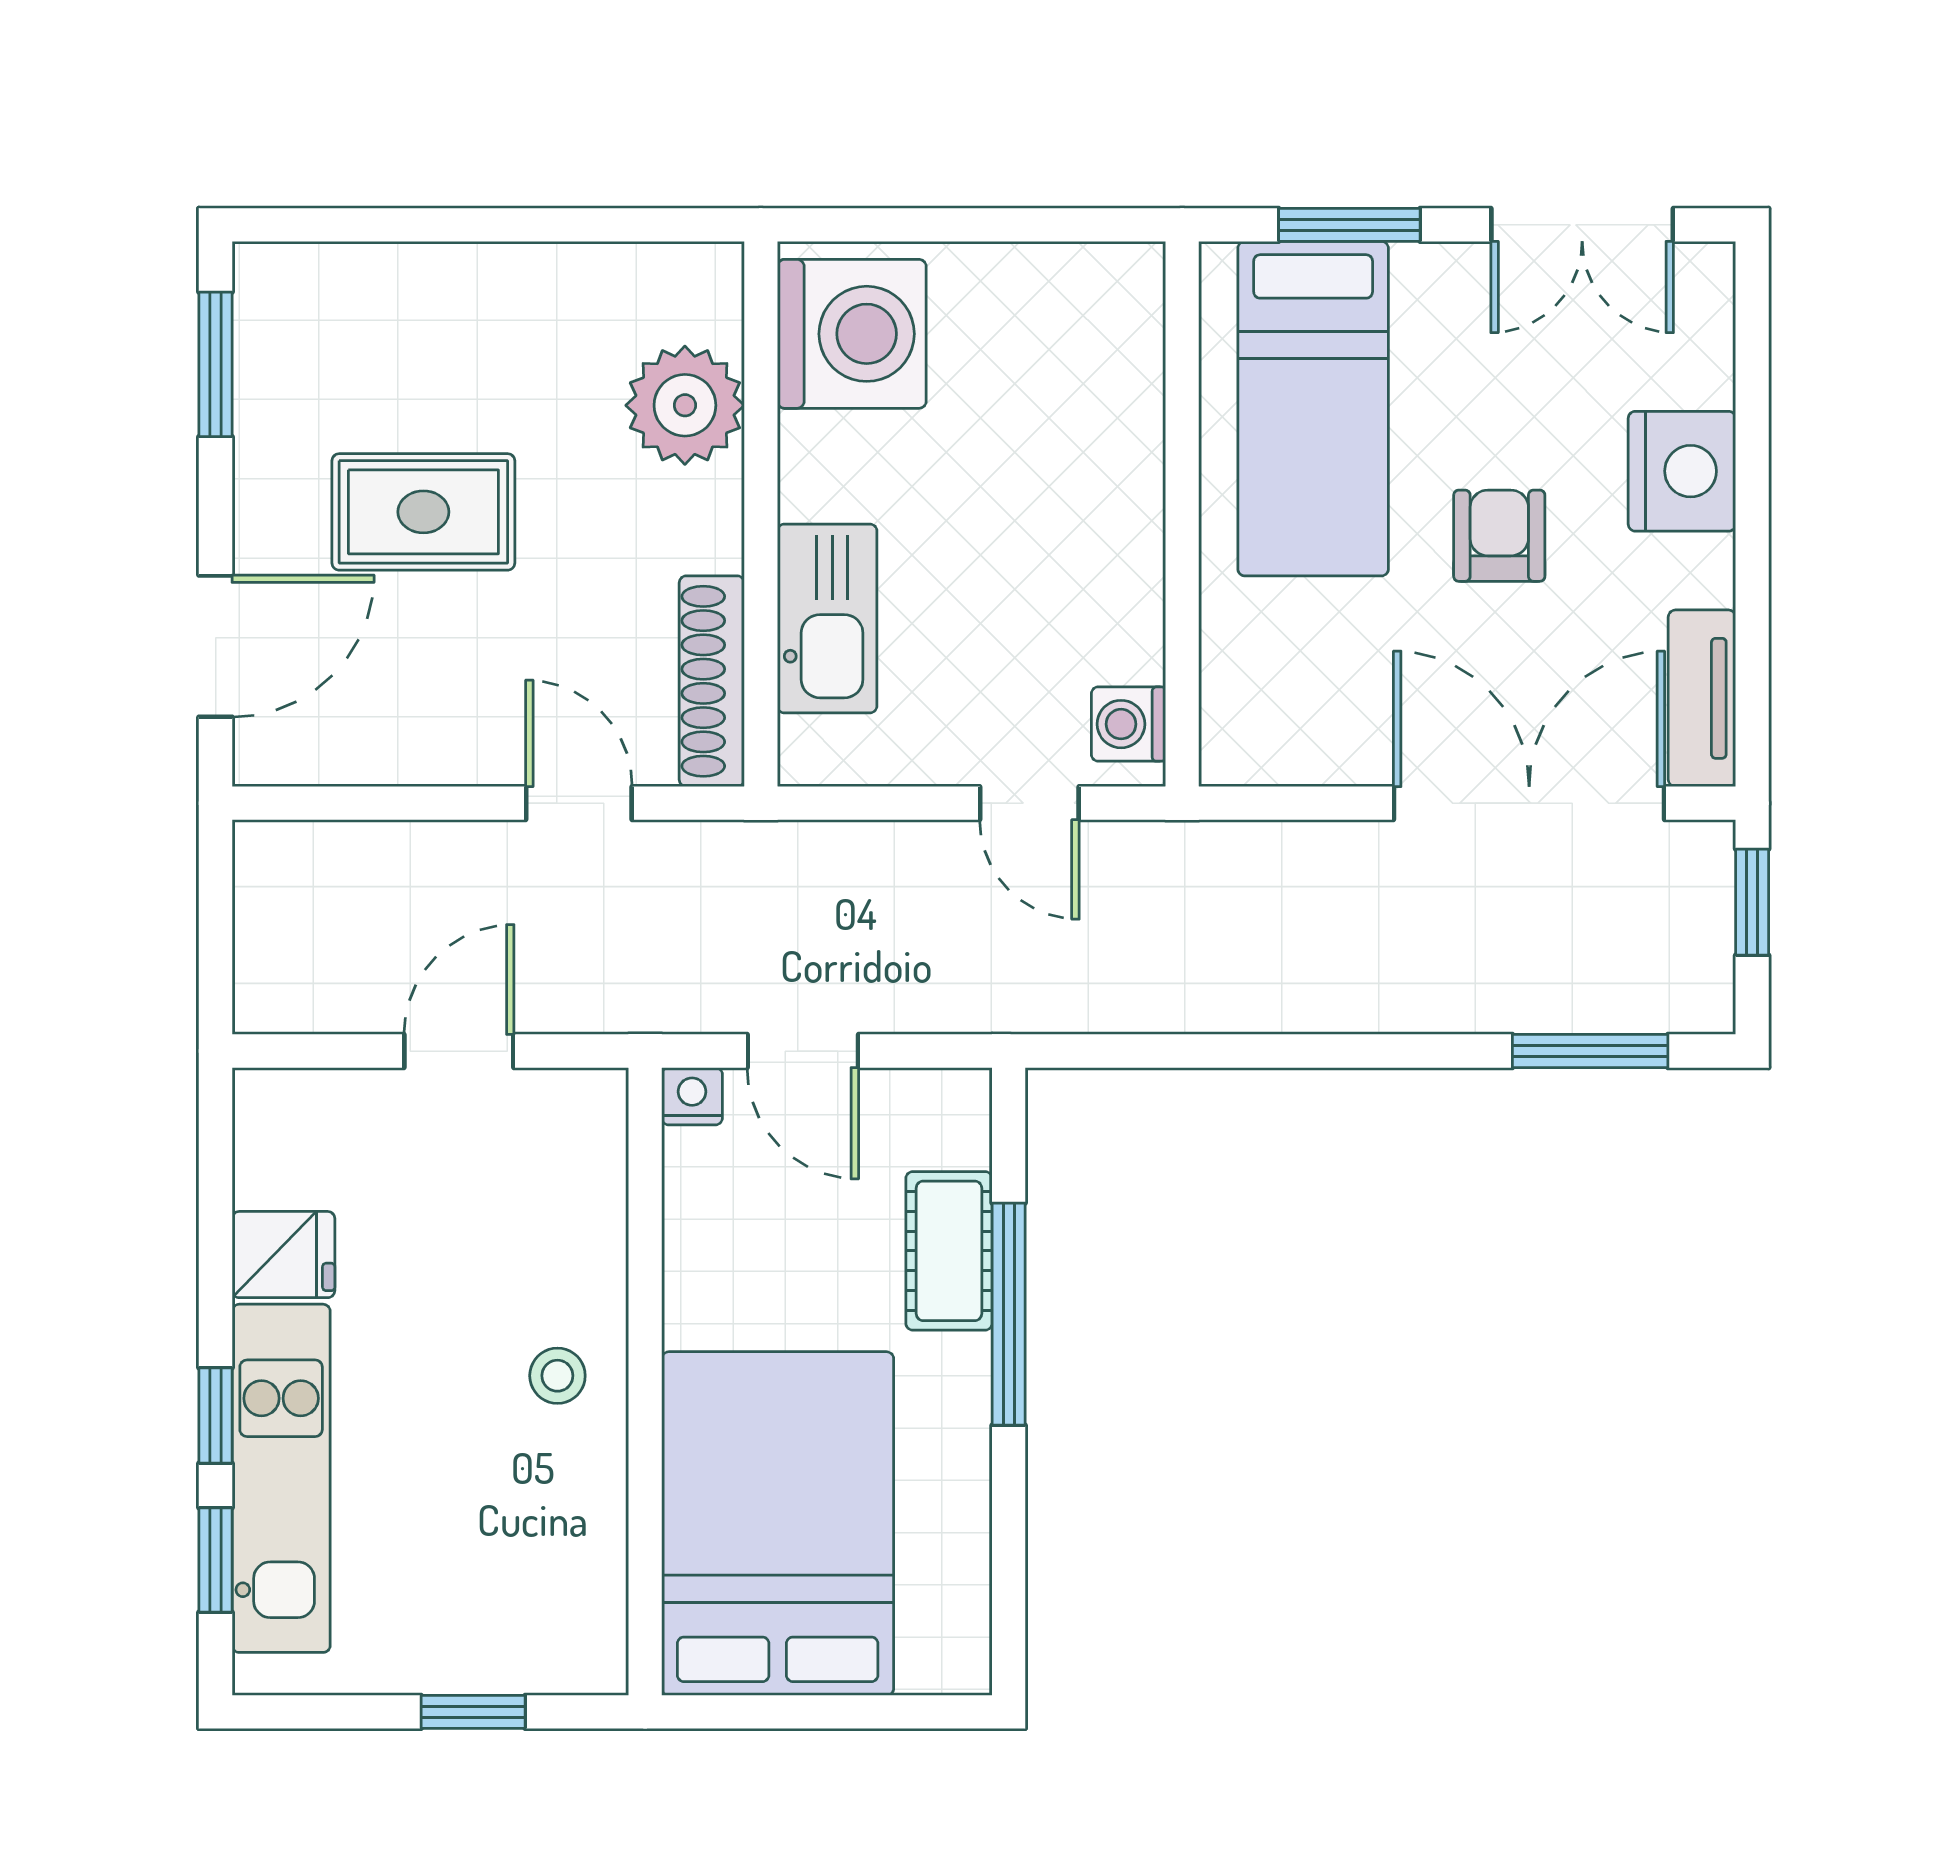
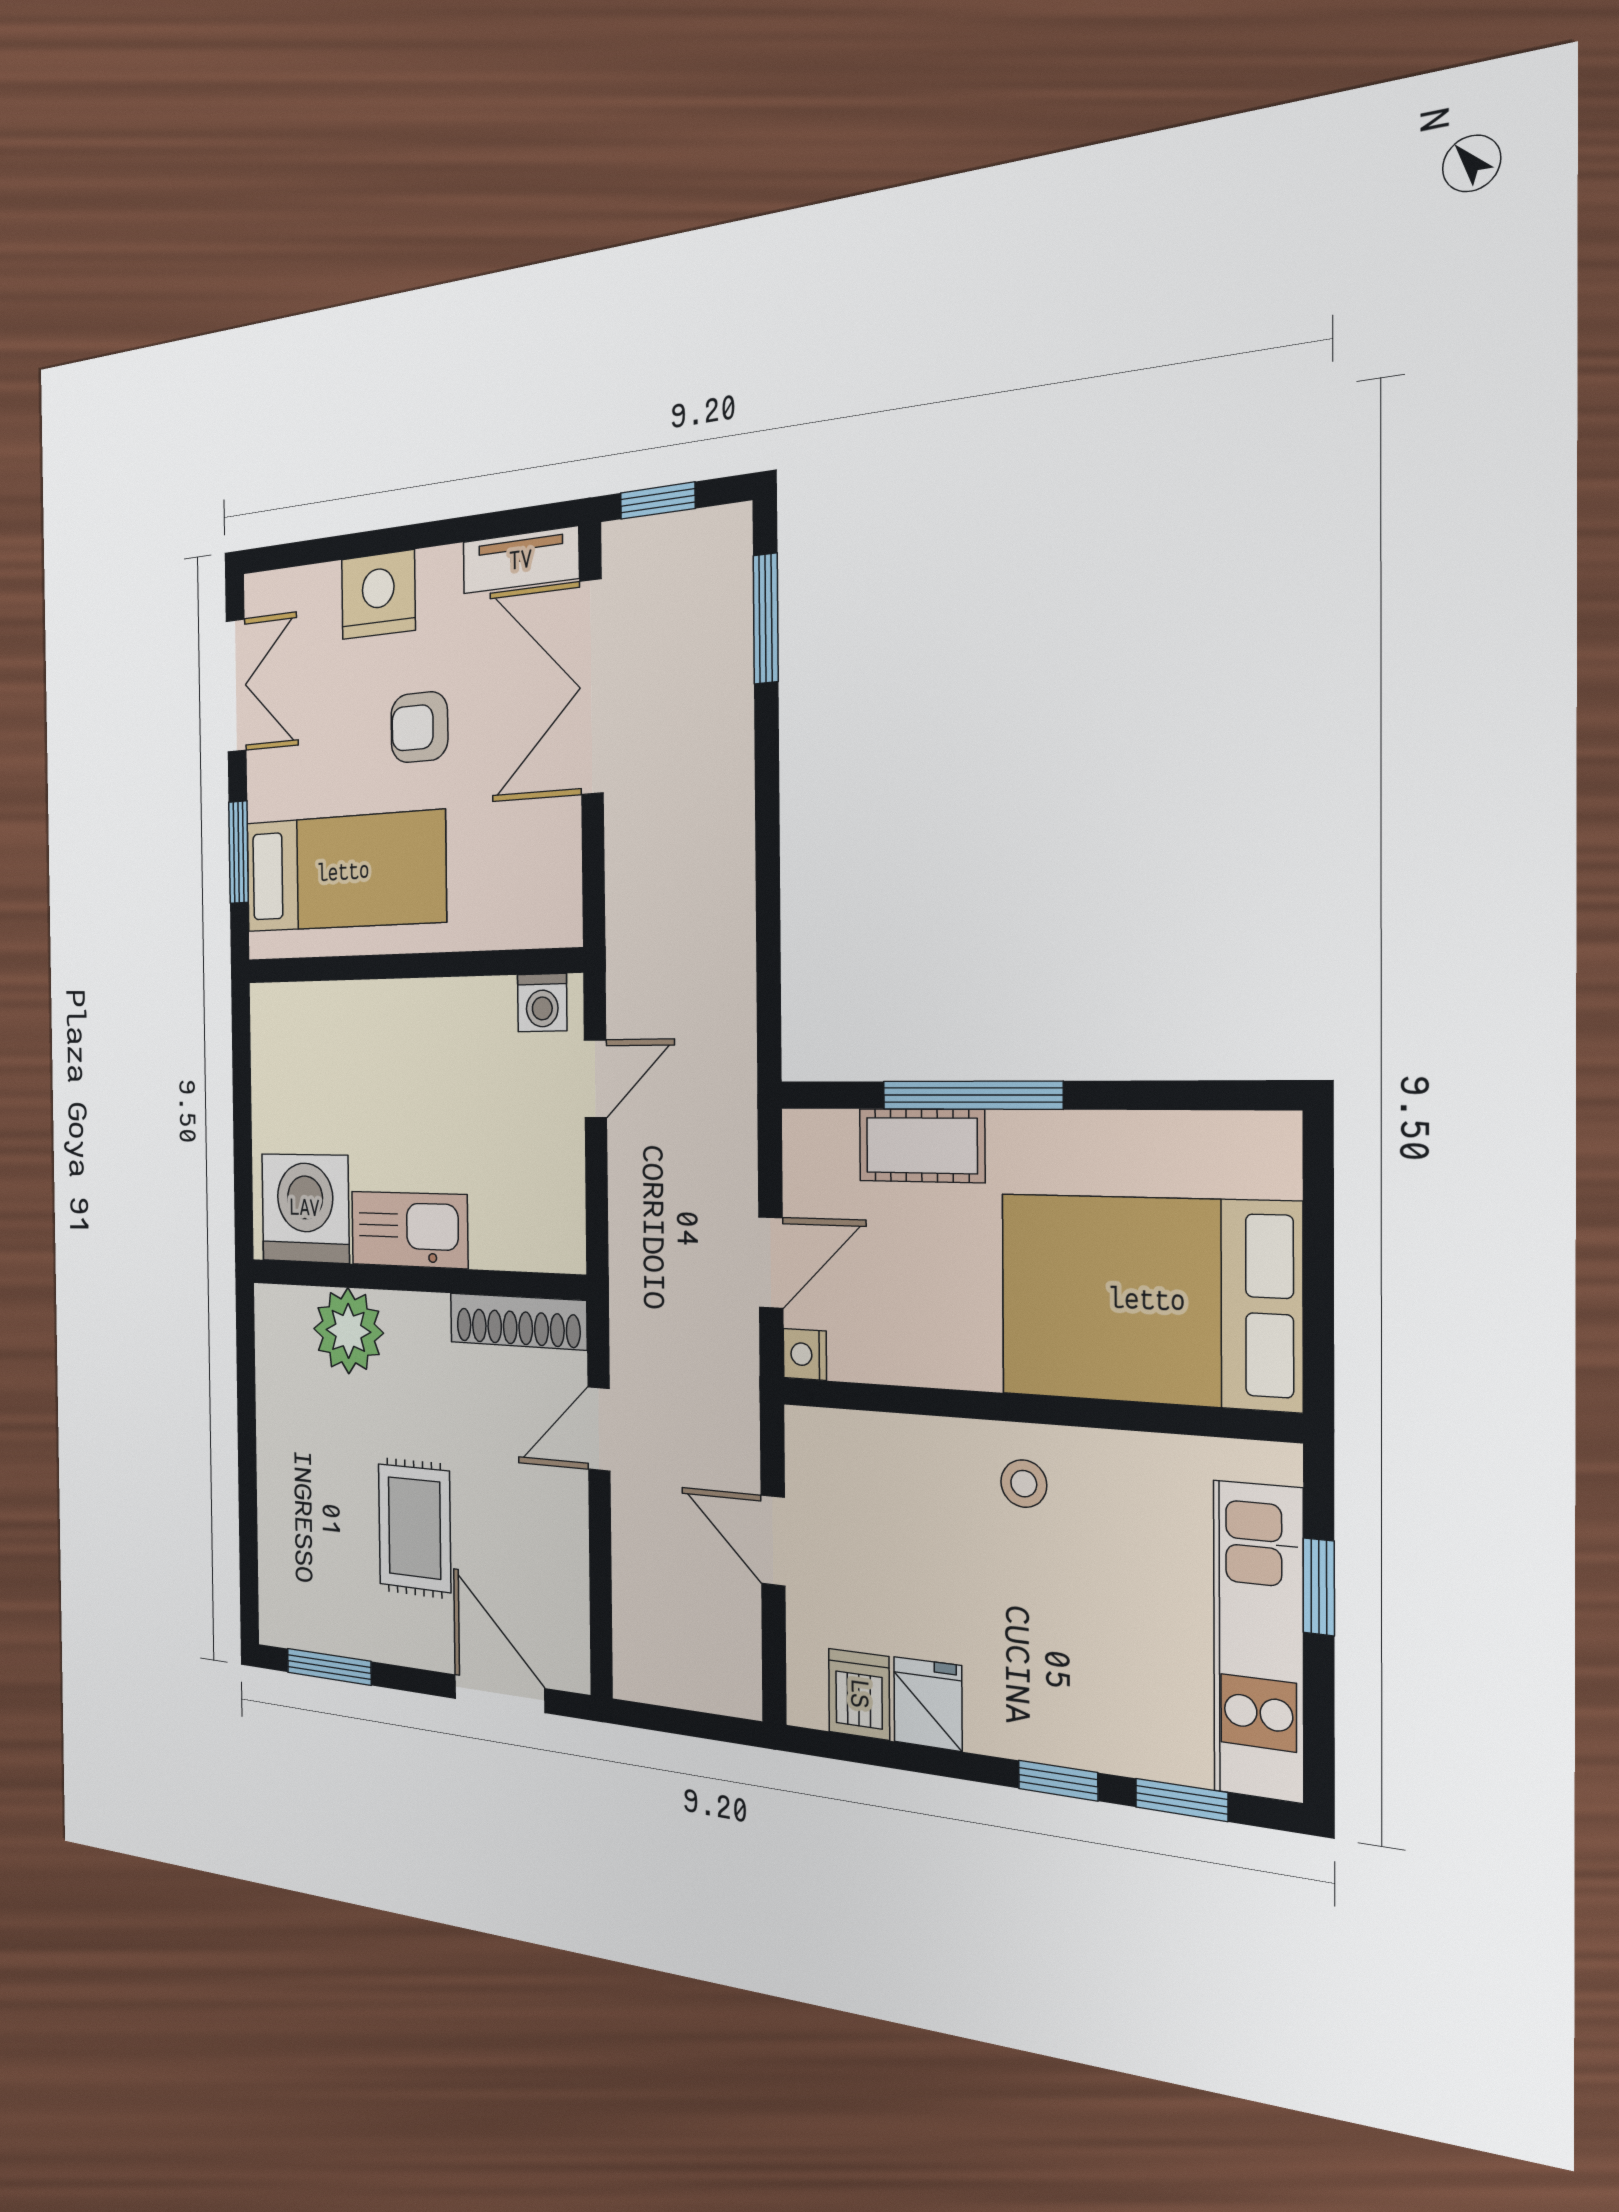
kitchen sink: (827, 618) -> (409, 1230), moved
dishwasher: (283, 1165) -> (859, 1694), added
kitchen unit: (281, 1478) -> (1258, 1641), moved, turned -90

